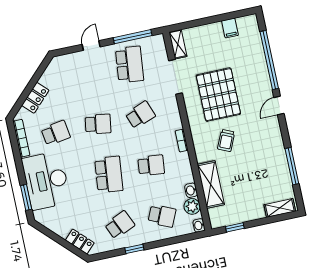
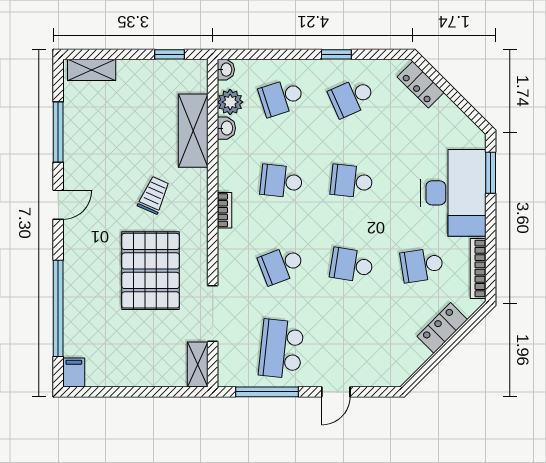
filing cabinet: (230, 28) -> (74, 372), moved
door: (279, 105) -> (58, 205), moved
school desk: (109, 174) -> (352, 181), width x0.54
school desk: (162, 216) -> (281, 97), turned -42

